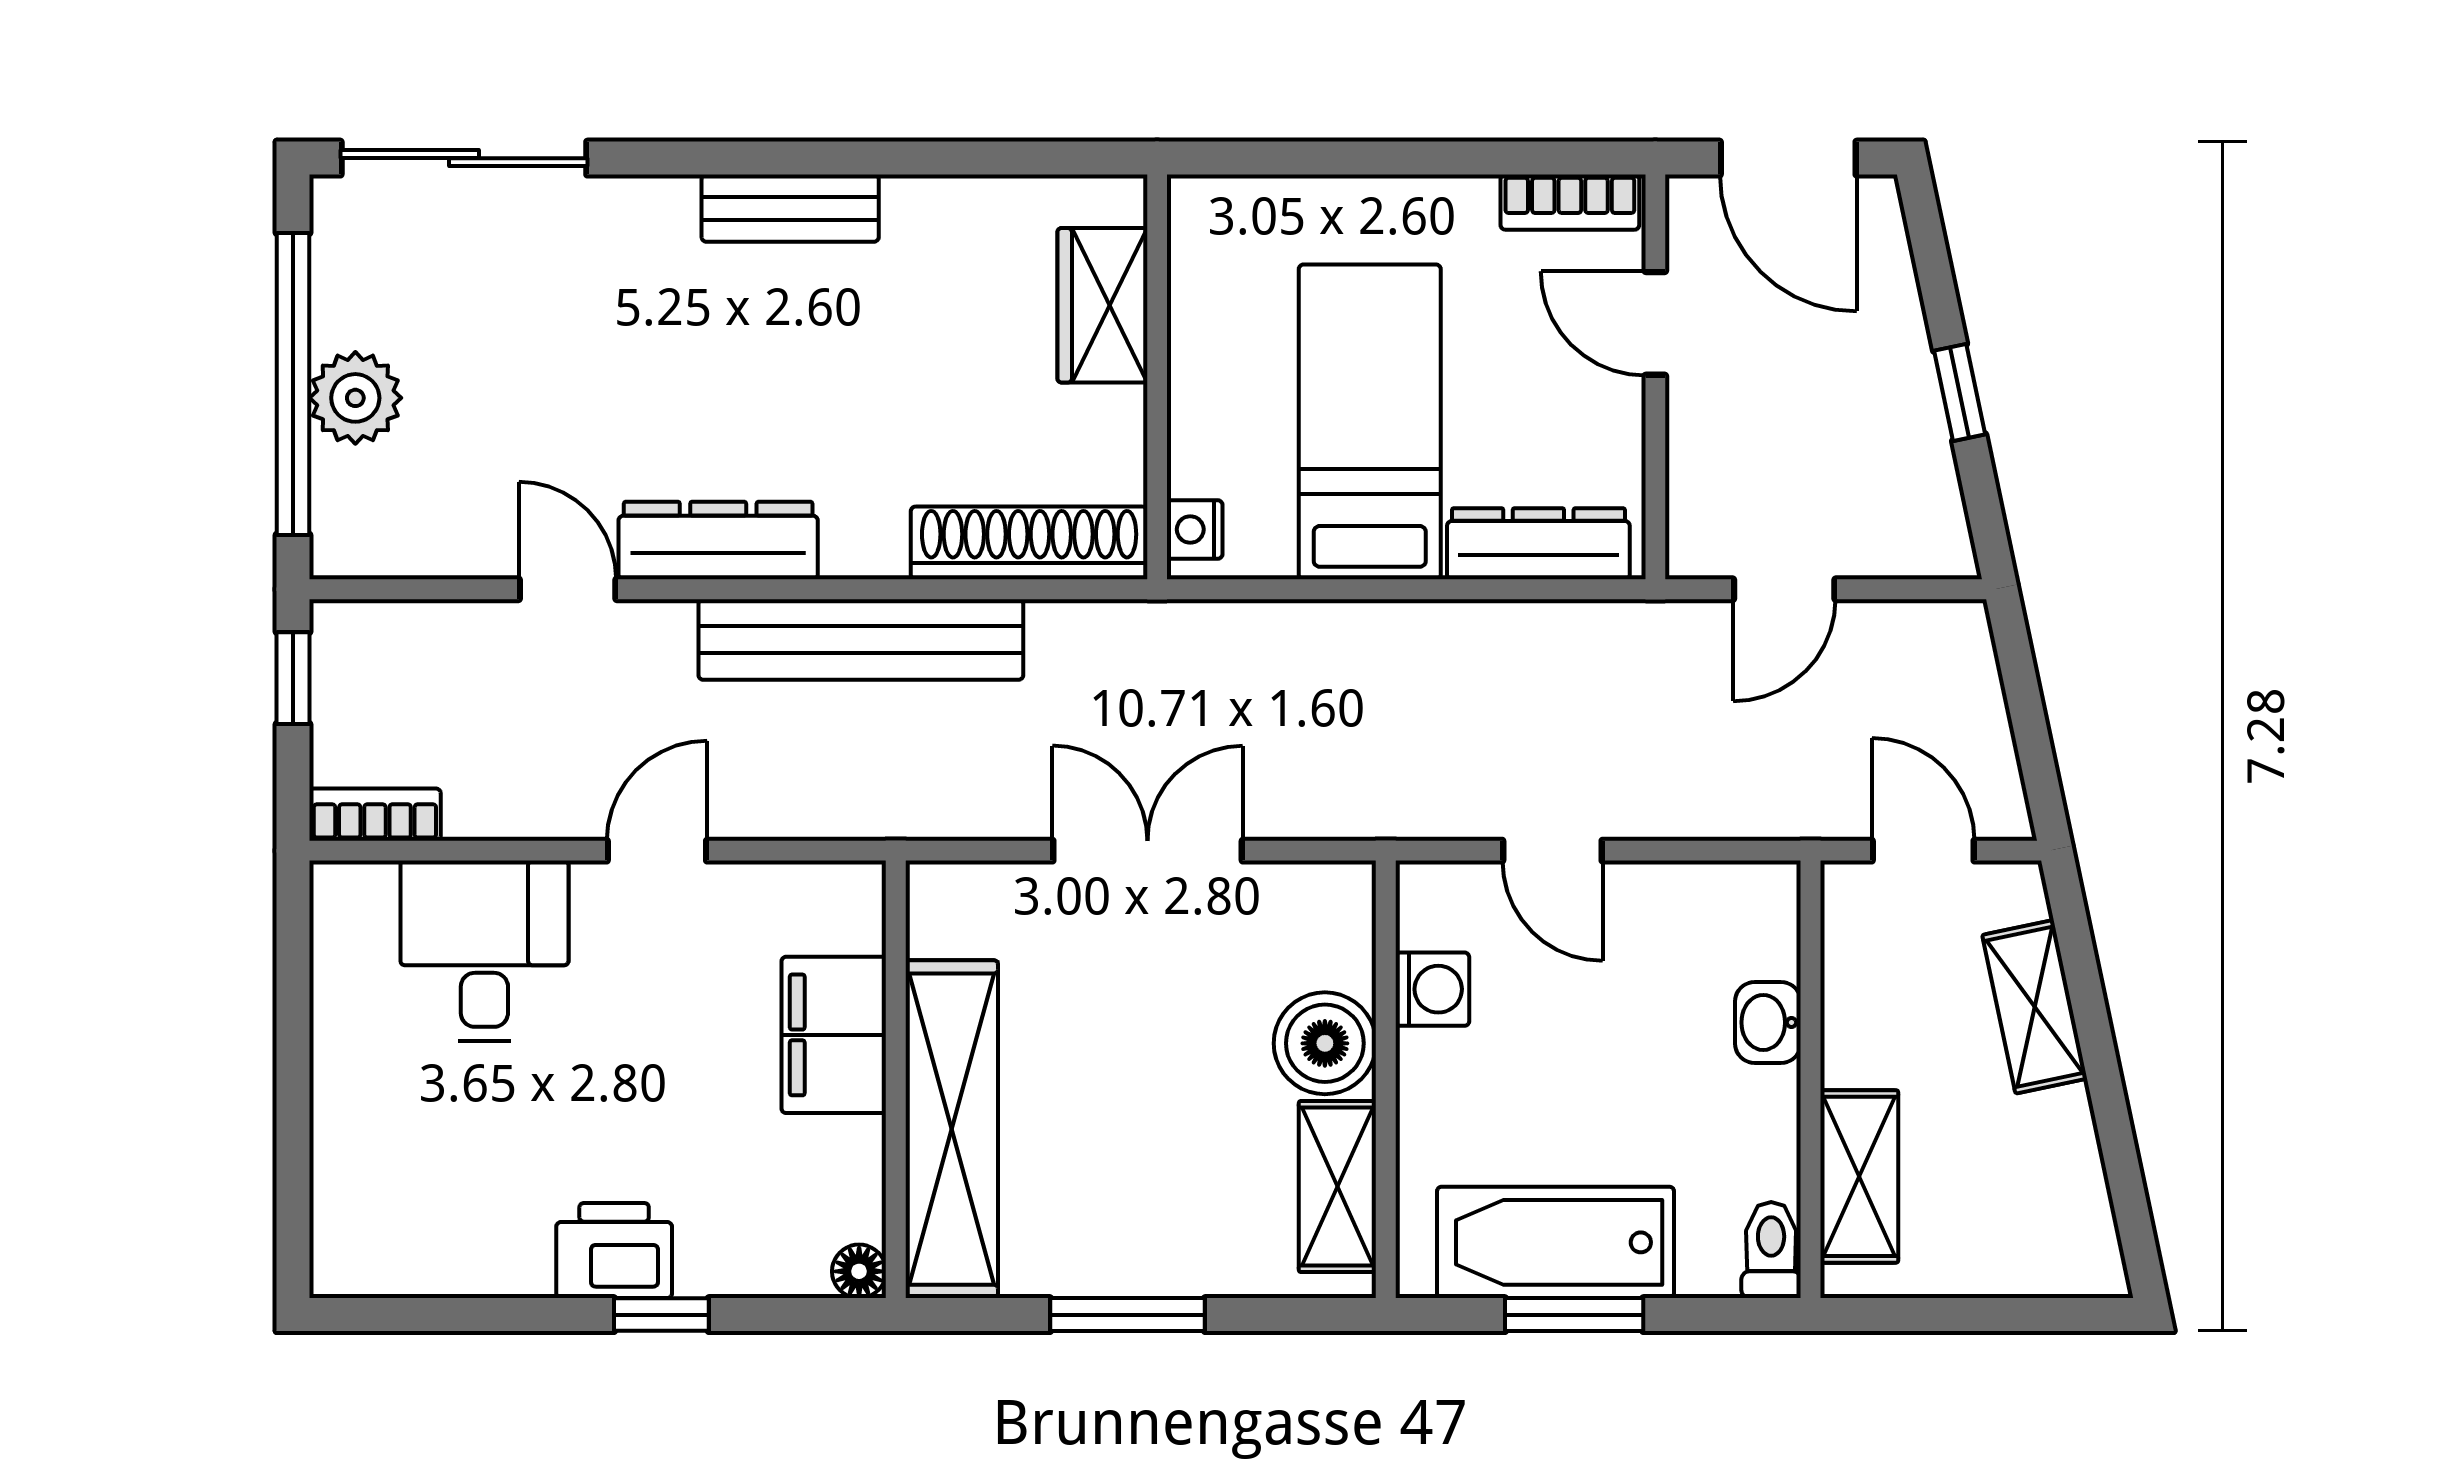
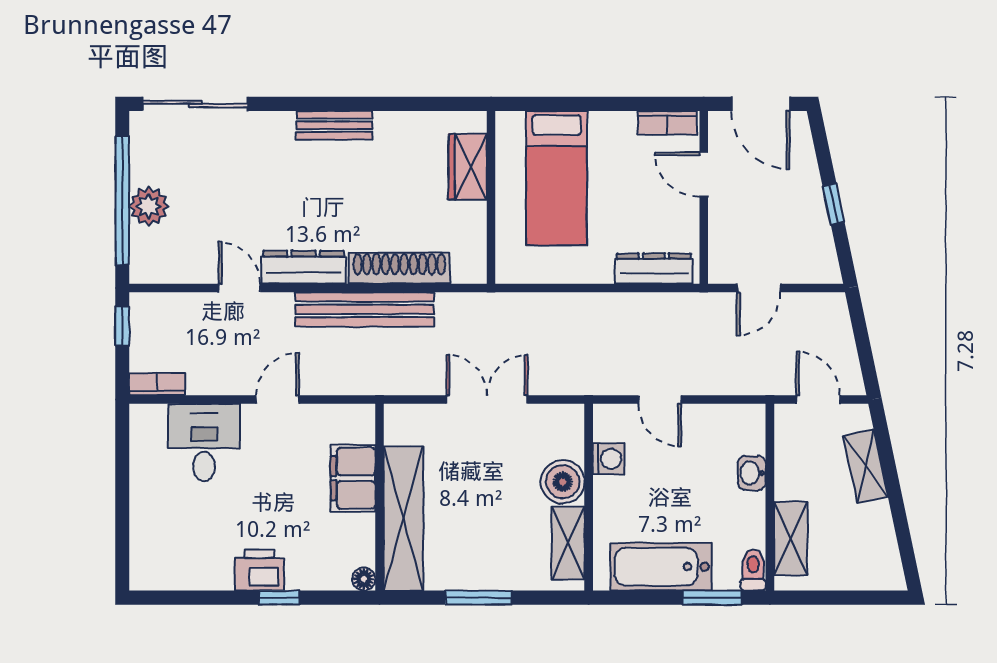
bed: (1370, 422) -> (557, 178), moved, turned 180
nightstand: (1195, 529) -> (507, 262), removed
shoe rack: (1029, 543) -> (399, 268), moved
window: (1574, 1315) -> (712, 598), moved

